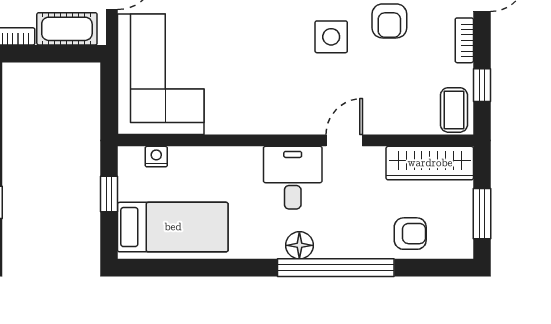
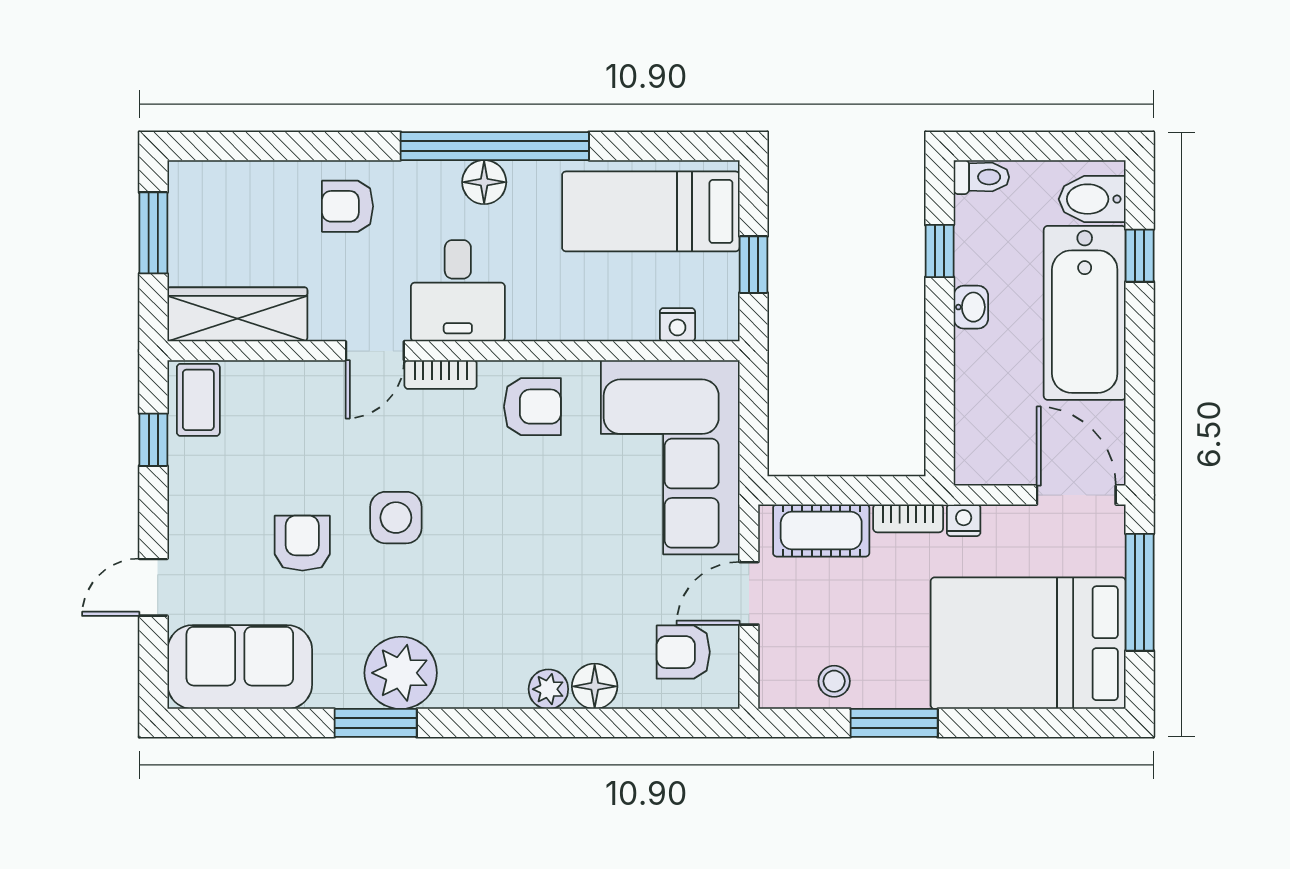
bookcase: (464, 40) -> (441, 375), moved, turned 90
armchair: (246, 106) -> (532, 407), added
armchair: (410, 234) -> (348, 206), moved
floor lamp: (299, 245) -> (484, 182), moved
window: (336, 268) -> (495, 146), moved

